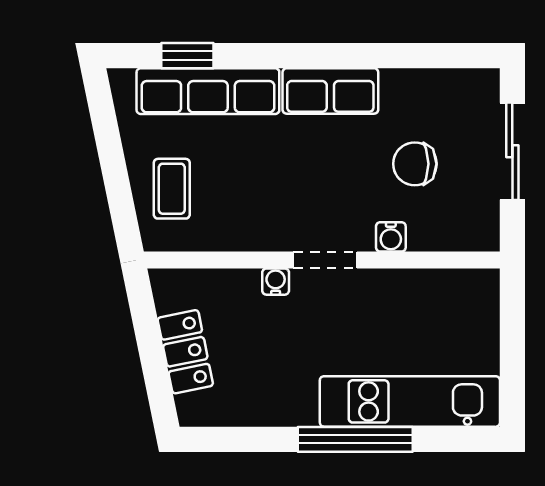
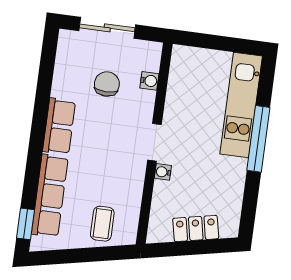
window: (187, 56) -> (25, 224), moved
chair: (415, 164) -> (107, 84), turned 180
coffee table: (172, 189) -> (102, 224), turned 90
water cooler: (391, 237) -> (149, 81), moved

